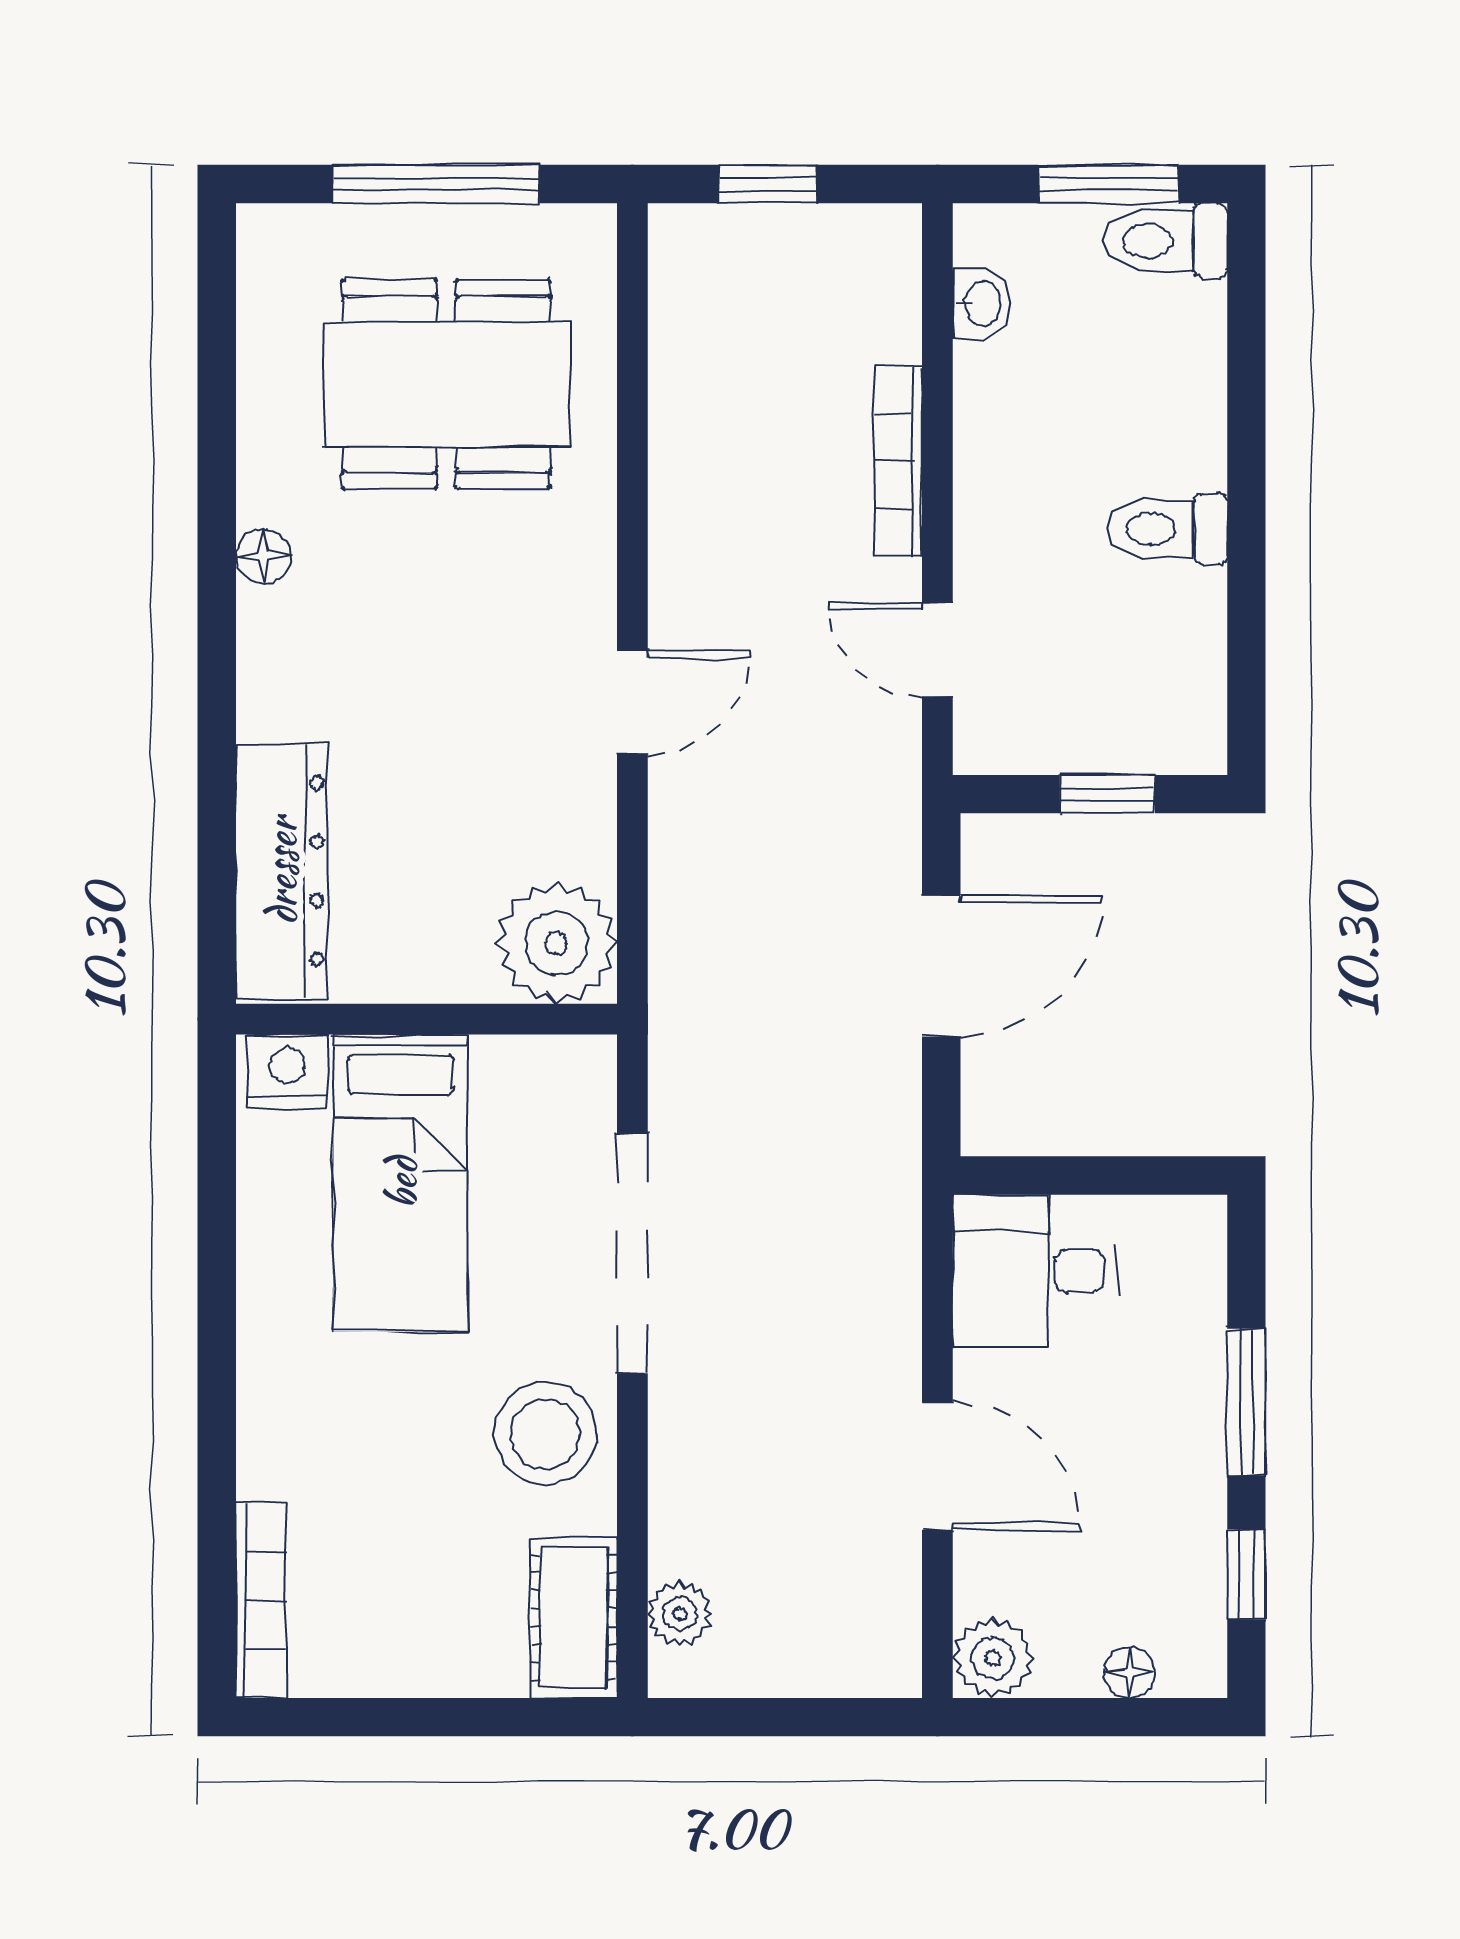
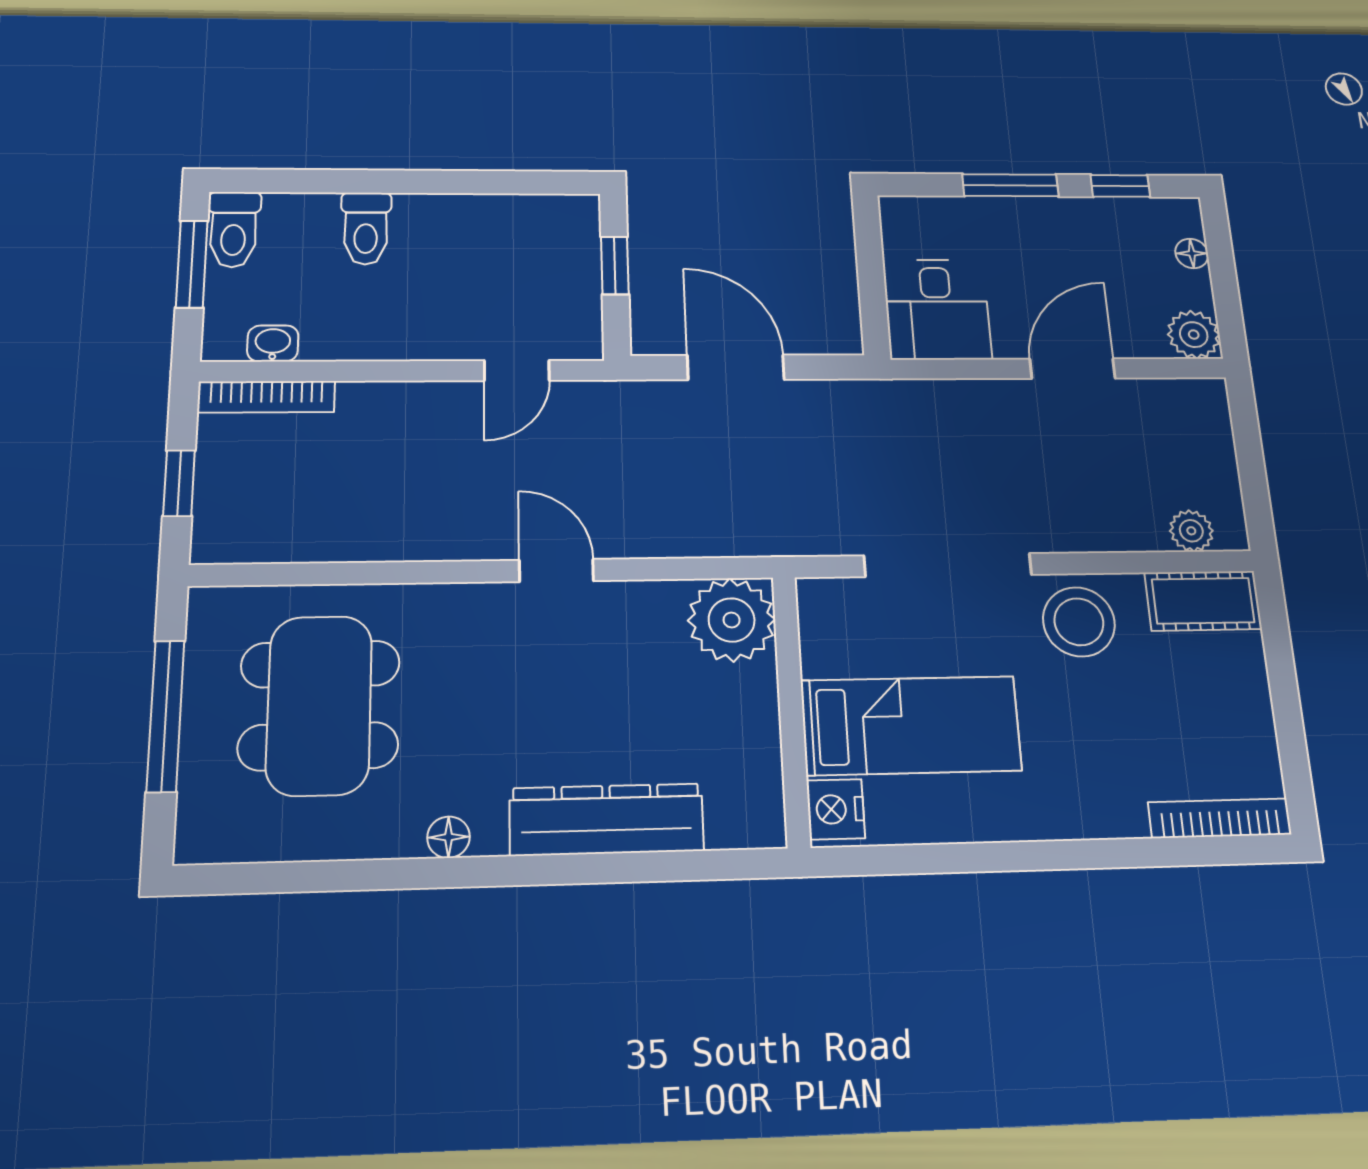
bookcase: (898, 461) -> (266, 397), moved
toilet: (1168, 529) -> (366, 228), moved
dresser: (281, 871) -> (607, 820), moved

